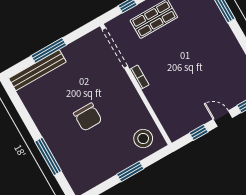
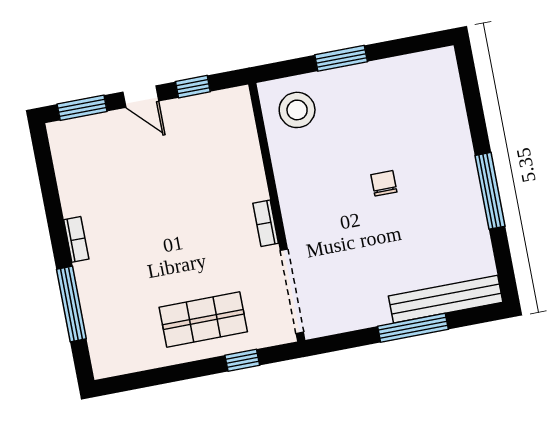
bookcase: (230, 37) -> (76, 239), added
chair: (88, 117) -> (384, 183), width x0.54, depth x0.54
window: (48, 156) -> (490, 191), moved

